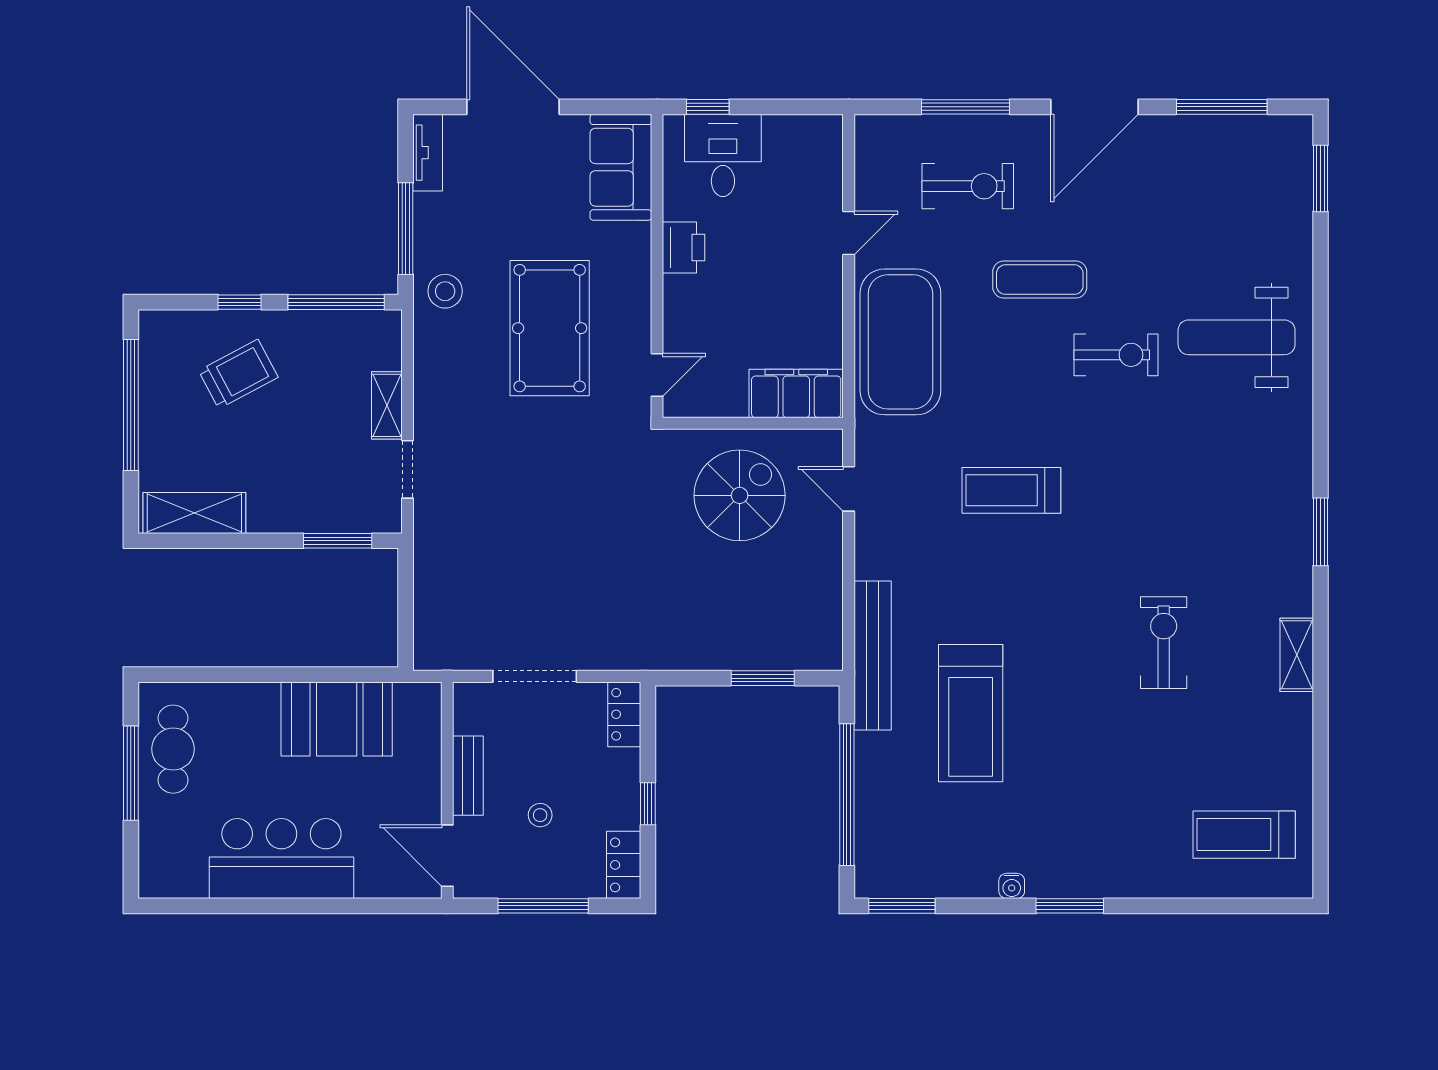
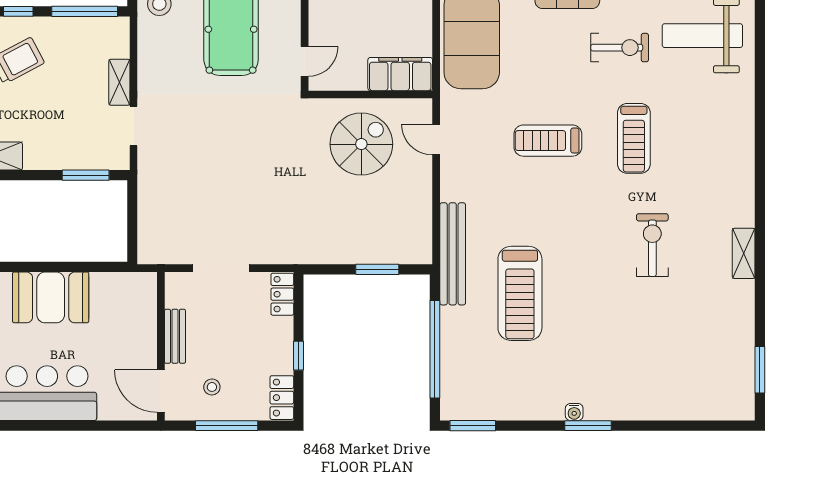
window: (1320, 532) -> (760, 370), moved
booth: (337, 719) -> (51, 297), moved
stool: (540, 815) -> (212, 387), moved
treadmill: (1244, 835) -> (634, 138), moved, turned -90
water cooler: (1012, 886) -> (574, 412), moved

